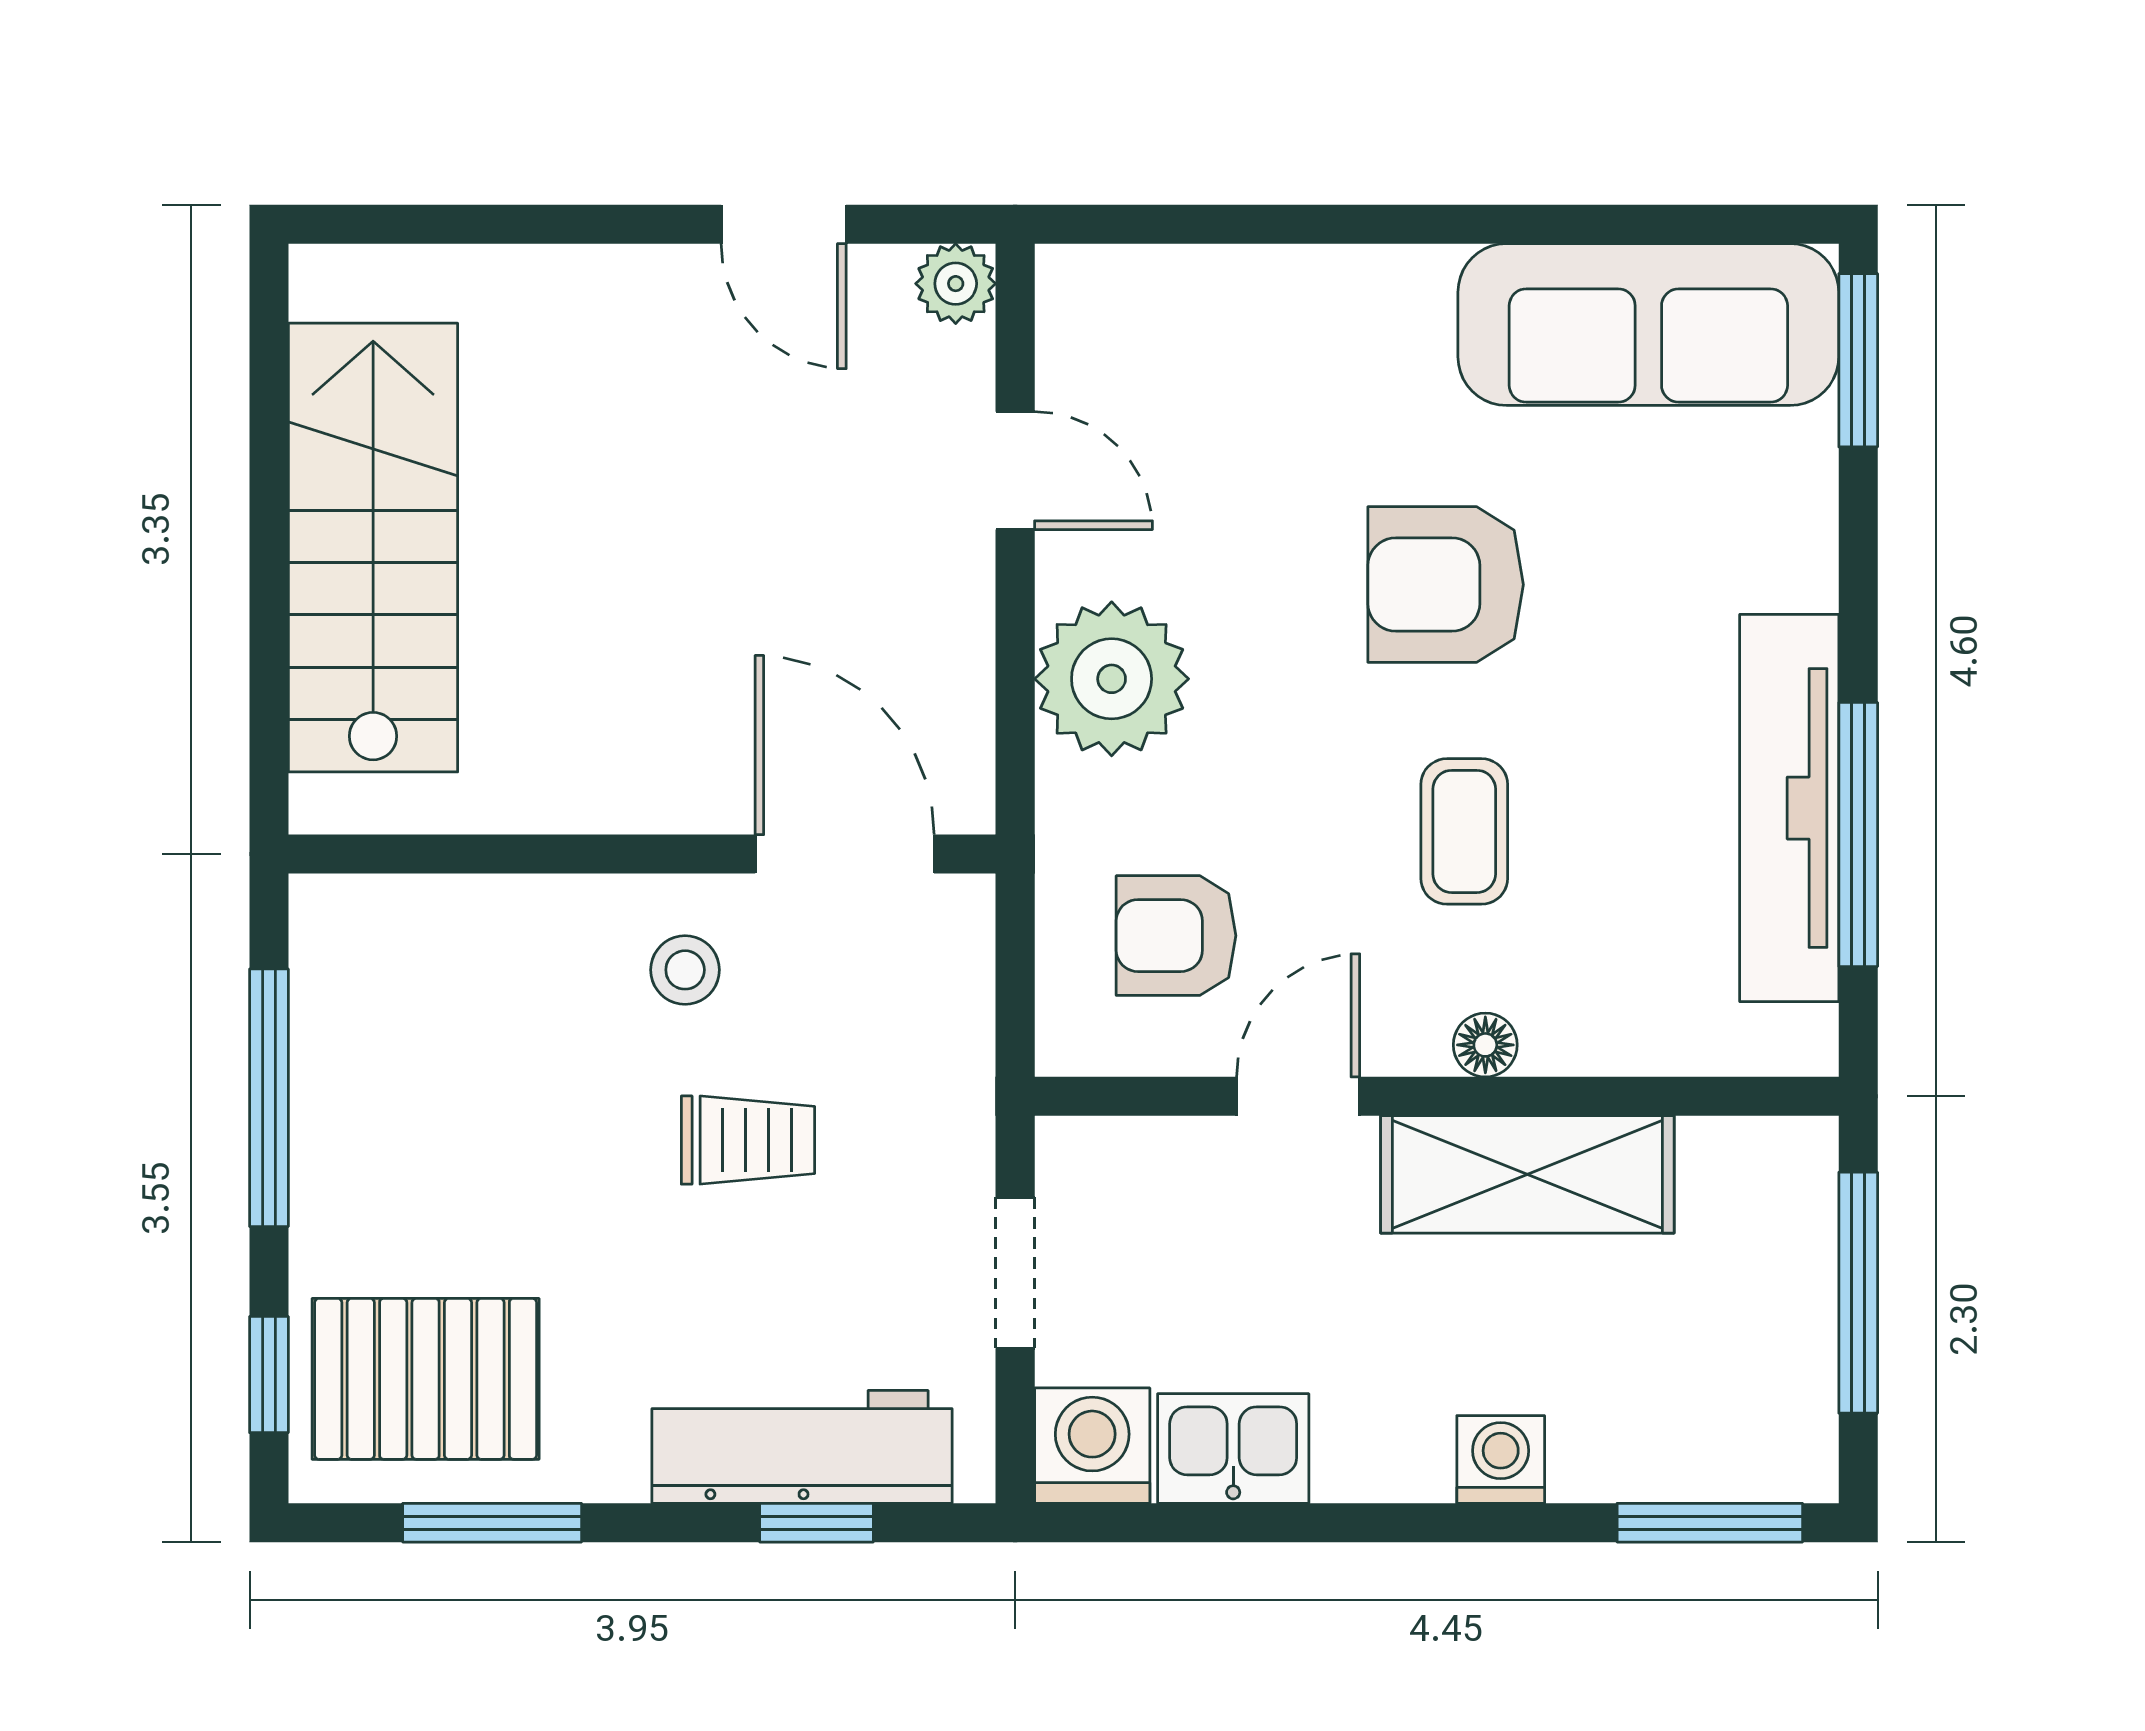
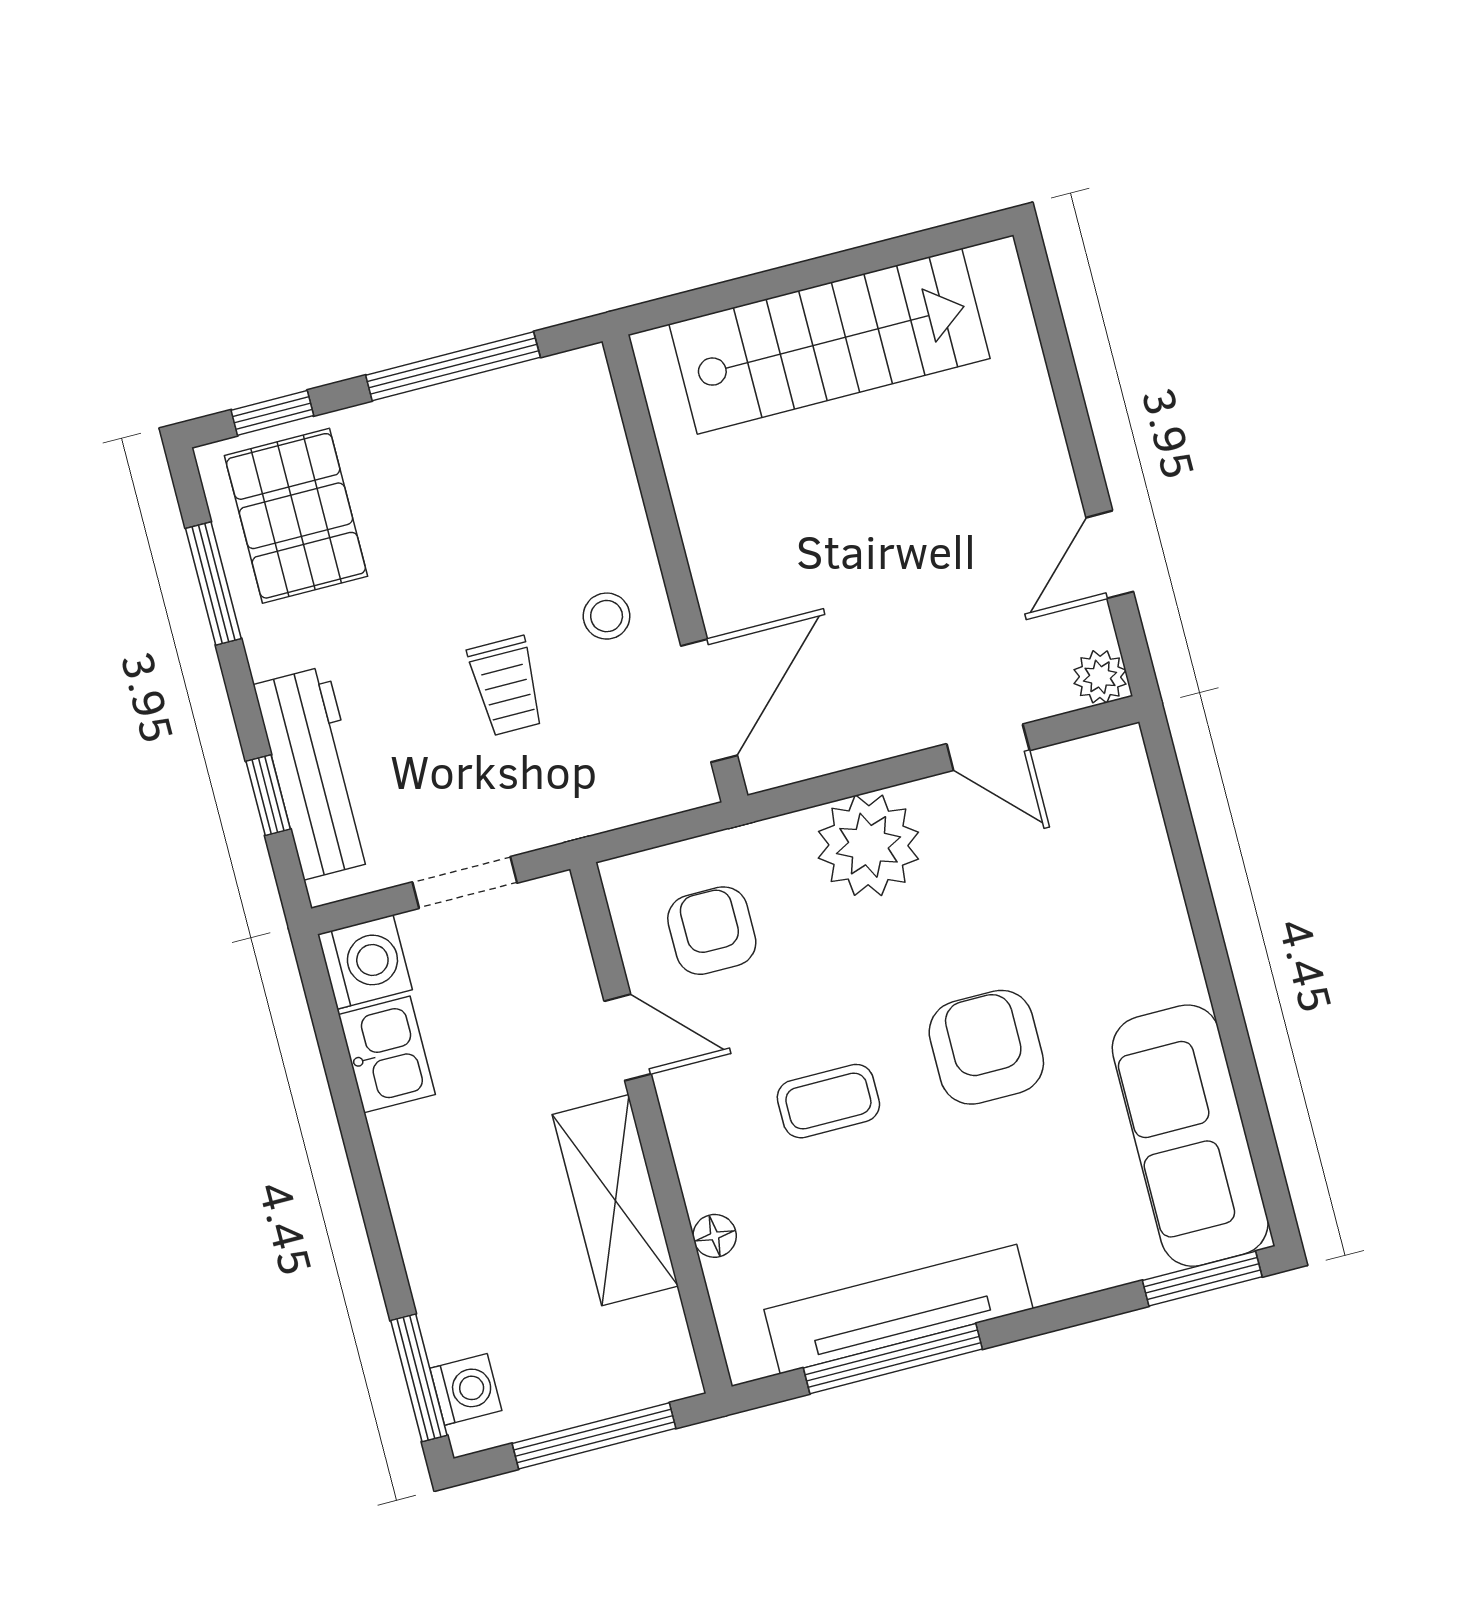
door: (1015, 471) -> (988, 747), hinge flipped
floor lamp: (1485, 1045) -> (715, 1236), moved
washing machine: (1501, 1459) -> (466, 1389), moved

